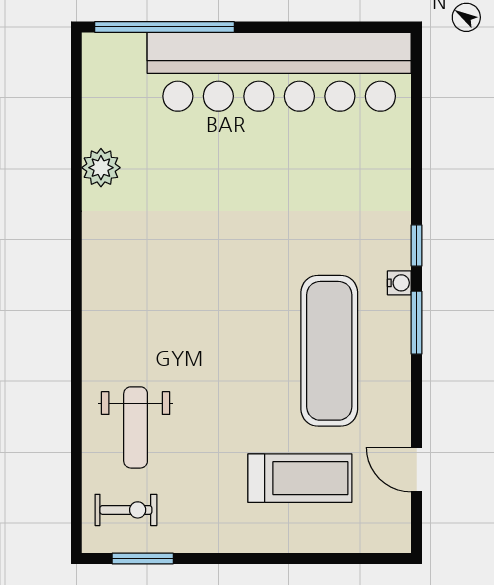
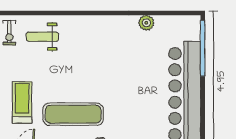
treadmill: (300, 478) -> (22, 102), turned 180

